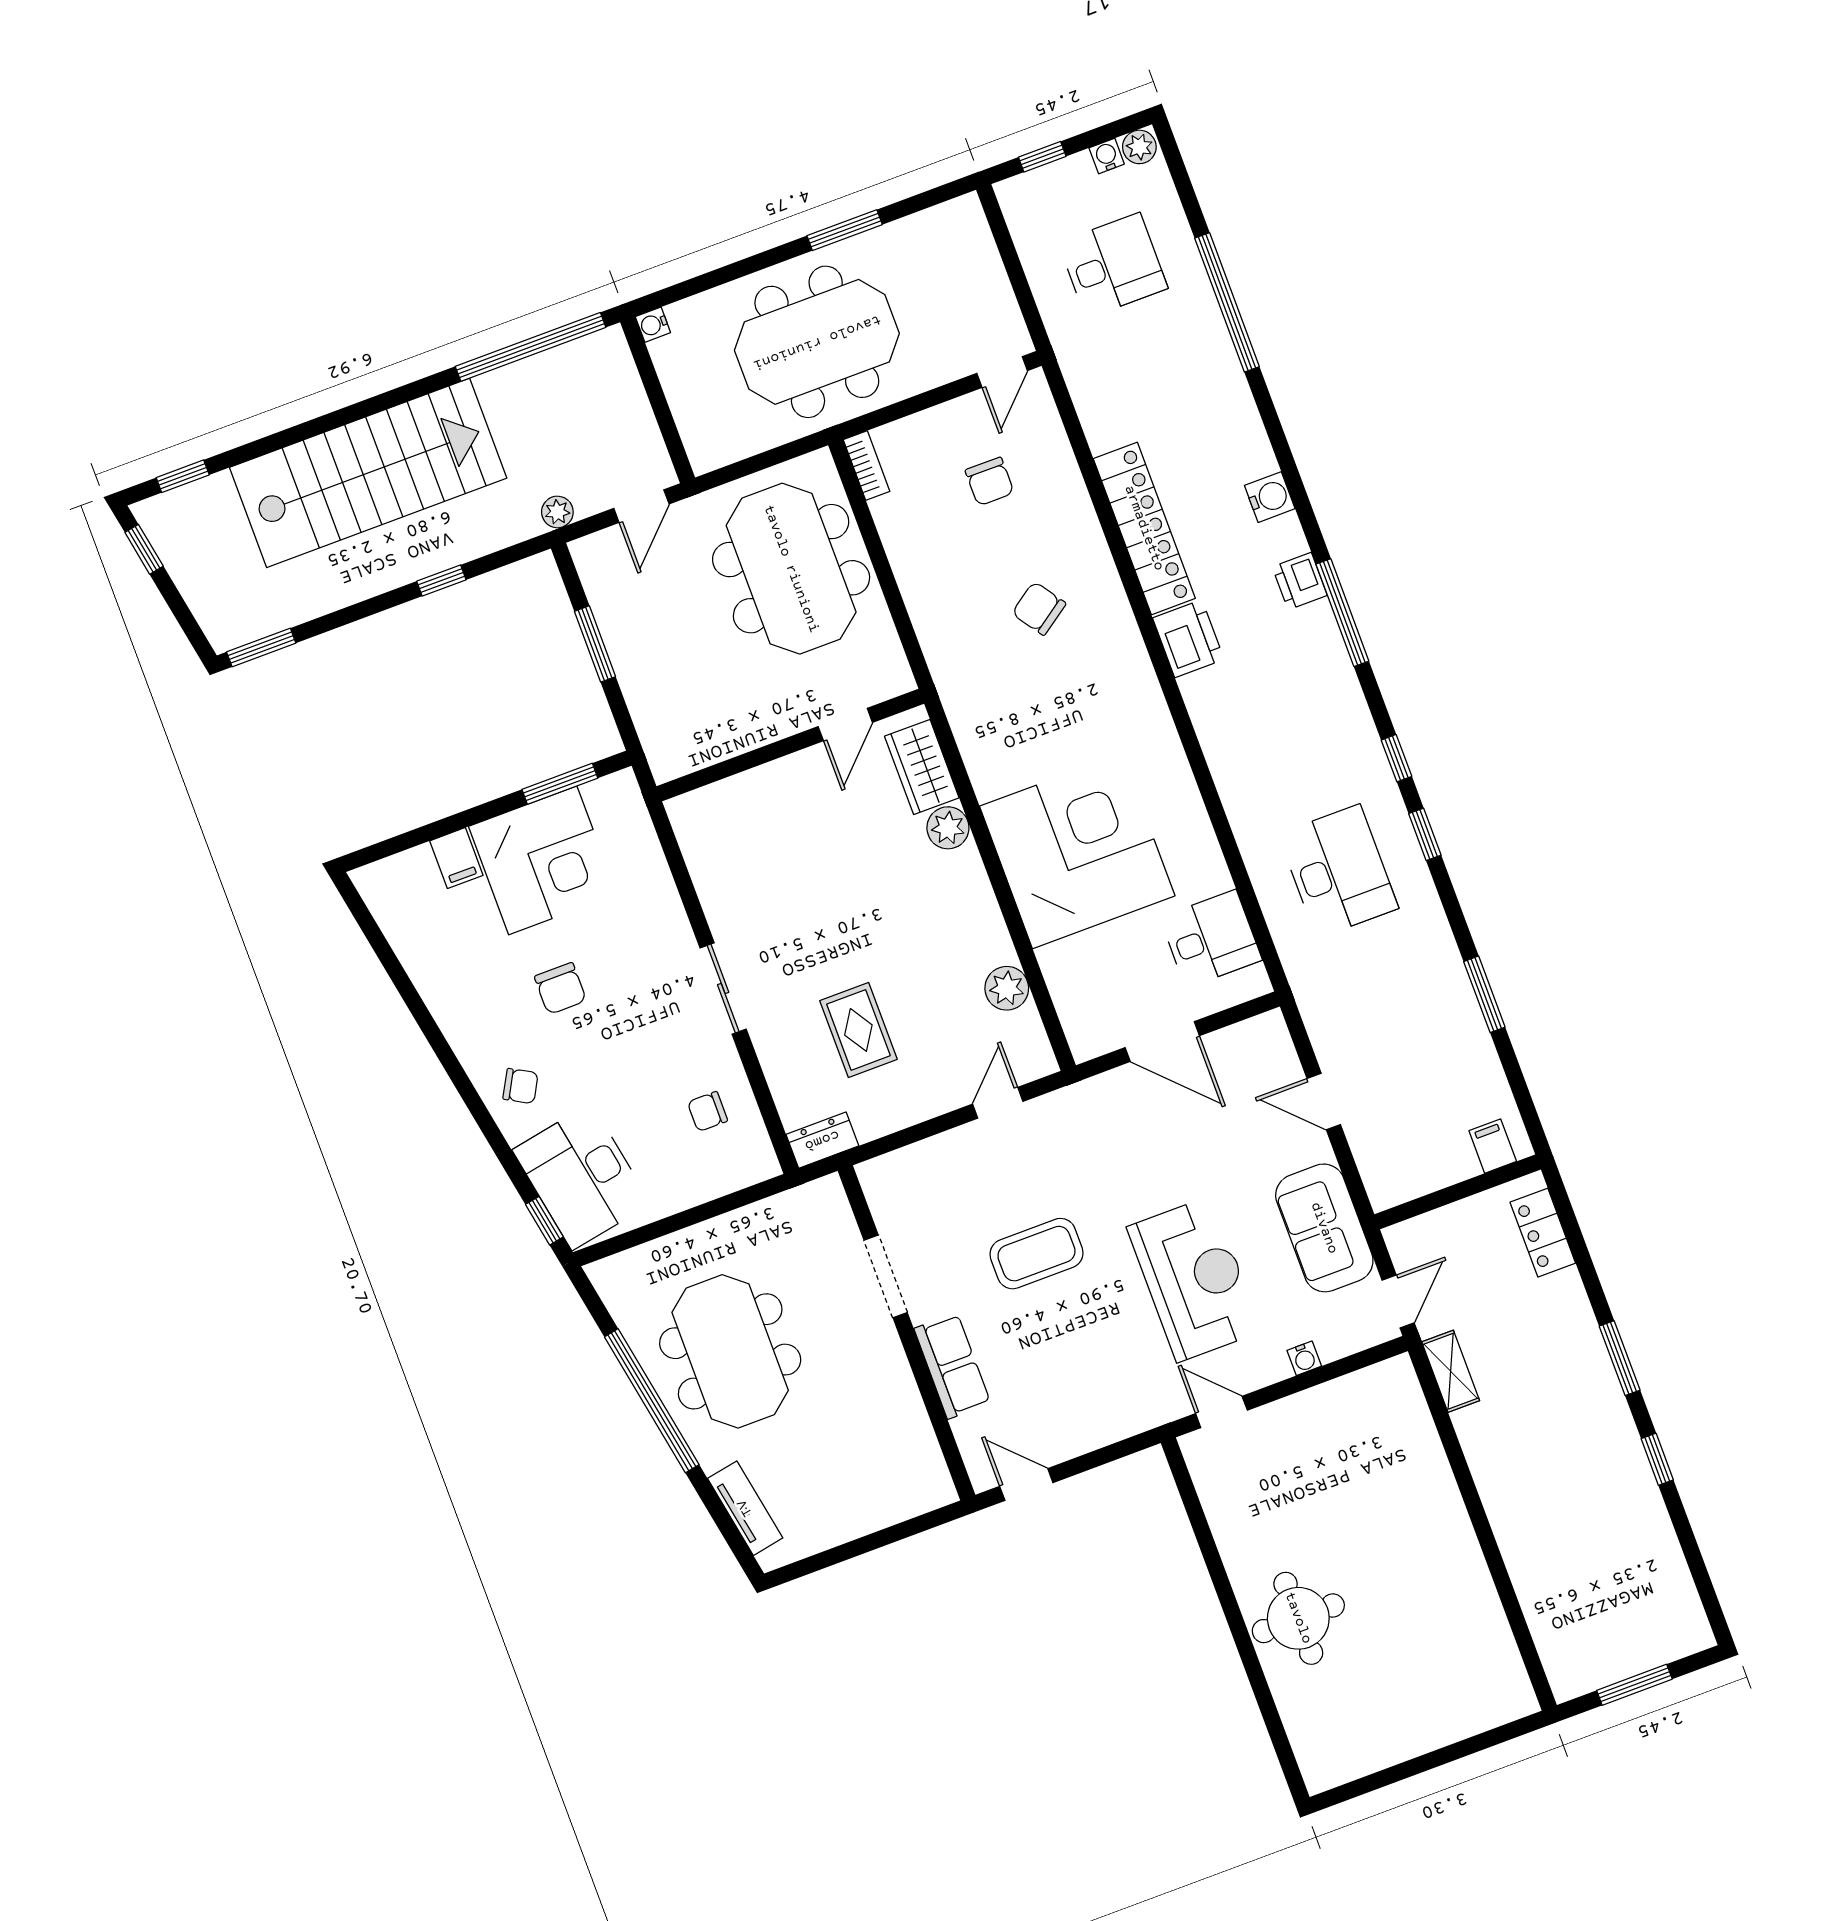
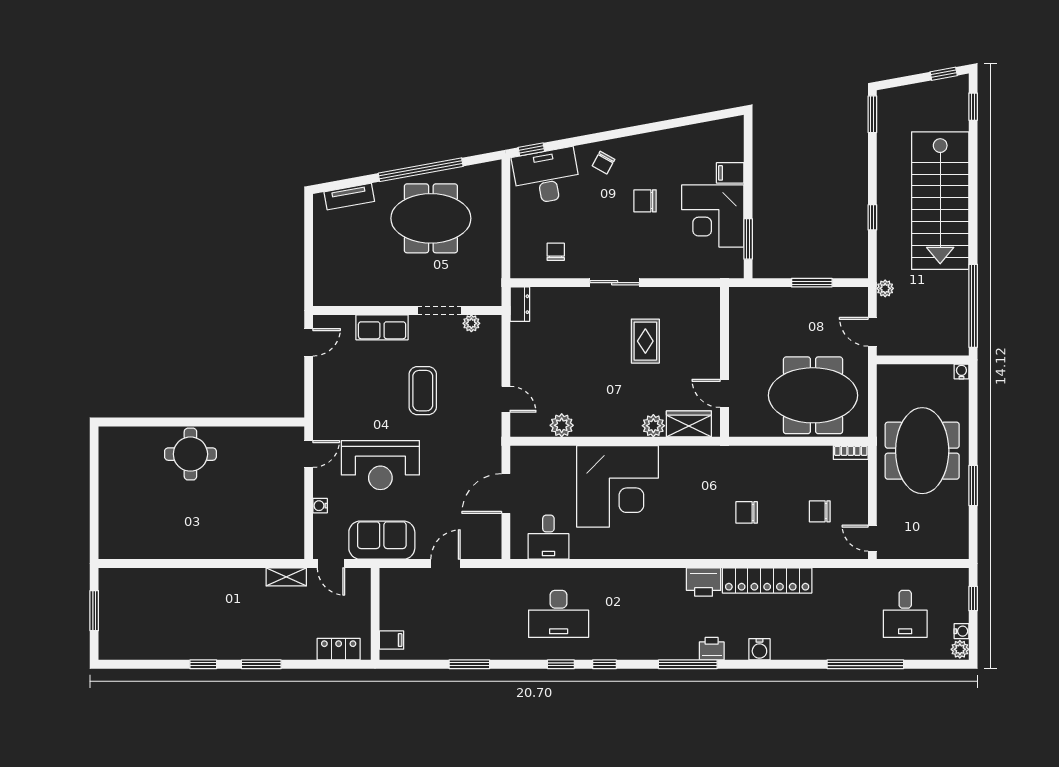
chair: (1039, 608) -> (747, 512), turned -145
rug: (858, 1030) -> (645, 341), moved, turned 90
plant: (887, 1212) -> (471, 323), added

